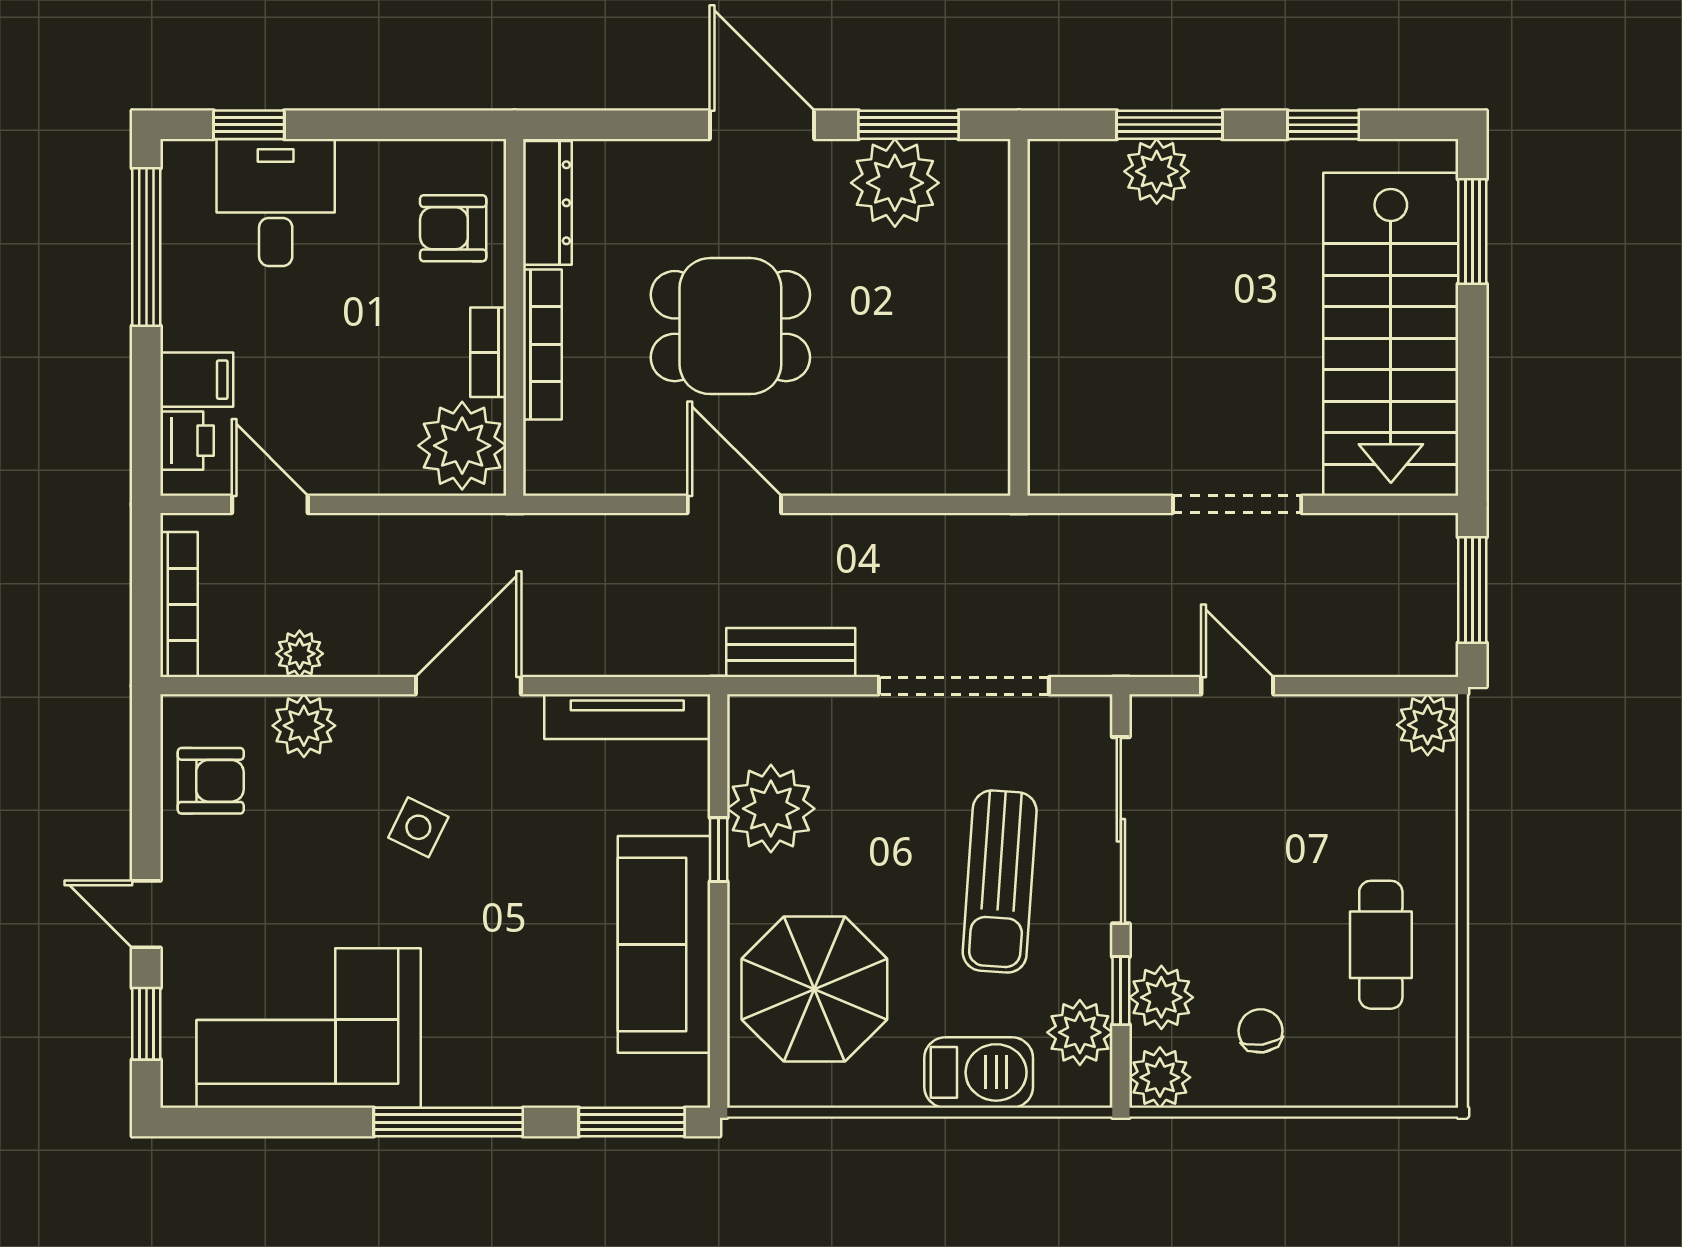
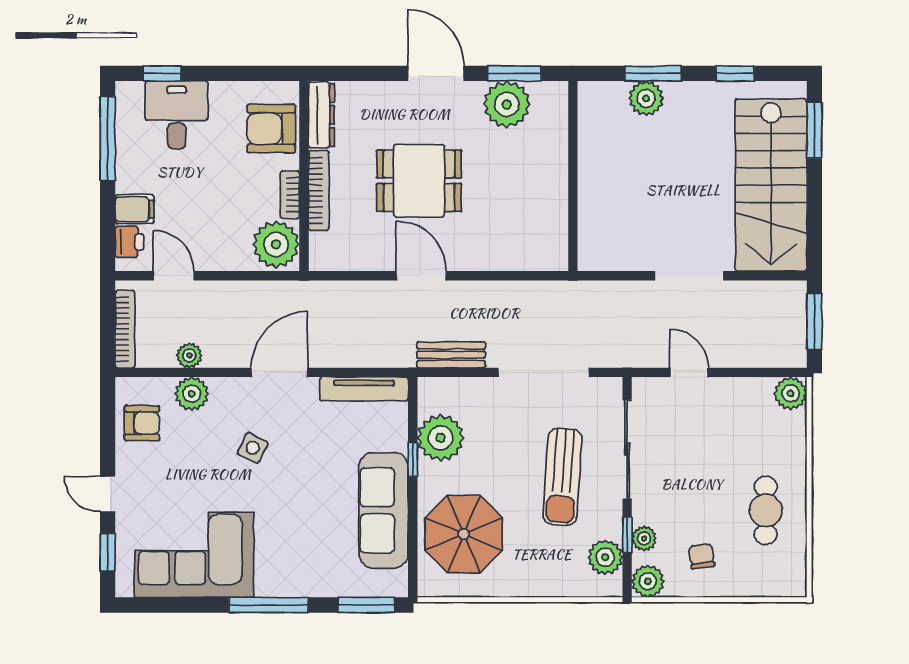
armchair: (453, 228) -> (271, 129), width x1.38, depth x1.38
plant: (1161, 997) -> (644, 539), width x0.73, depth x0.73
barbecue: (979, 1072) -> (551, 579), removed

